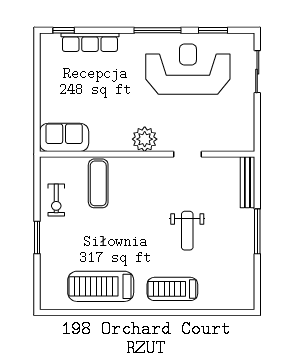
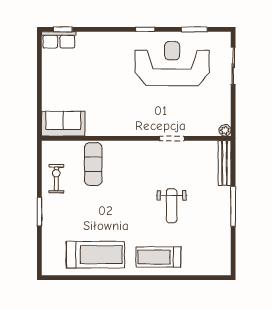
window: (157, 30) -> (145, 29), width x0.46
row of seats: (90, 42) -> (59, 40), moved, width x0.68
plant: (145, 139) -> (225, 130), moved, width x0.53, depth x0.53
exercise bike: (56, 200) -> (56, 179), turned 180
treadmill: (101, 286) -> (95, 255), turned 180

